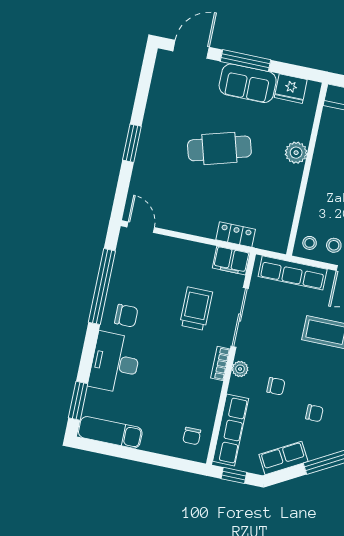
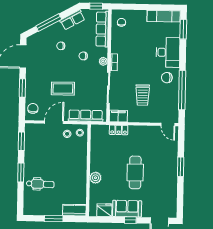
window: (246, 61) -> (130, 220), width x0.46
cafe table: (219, 148) -> (135, 172), turned -74
trolley: (196, 309) -> (143, 95), moved

